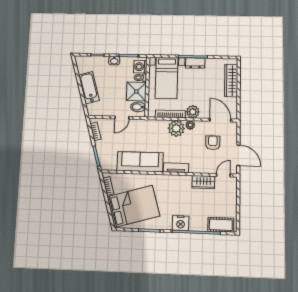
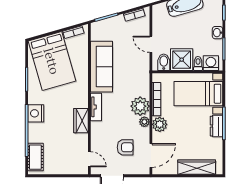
wardrobe: (203, 182) -> (81, 121), moved

